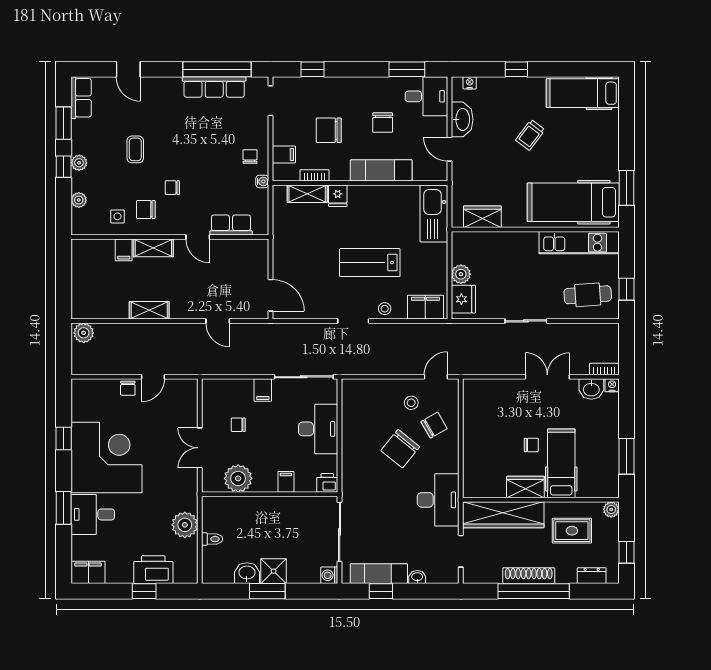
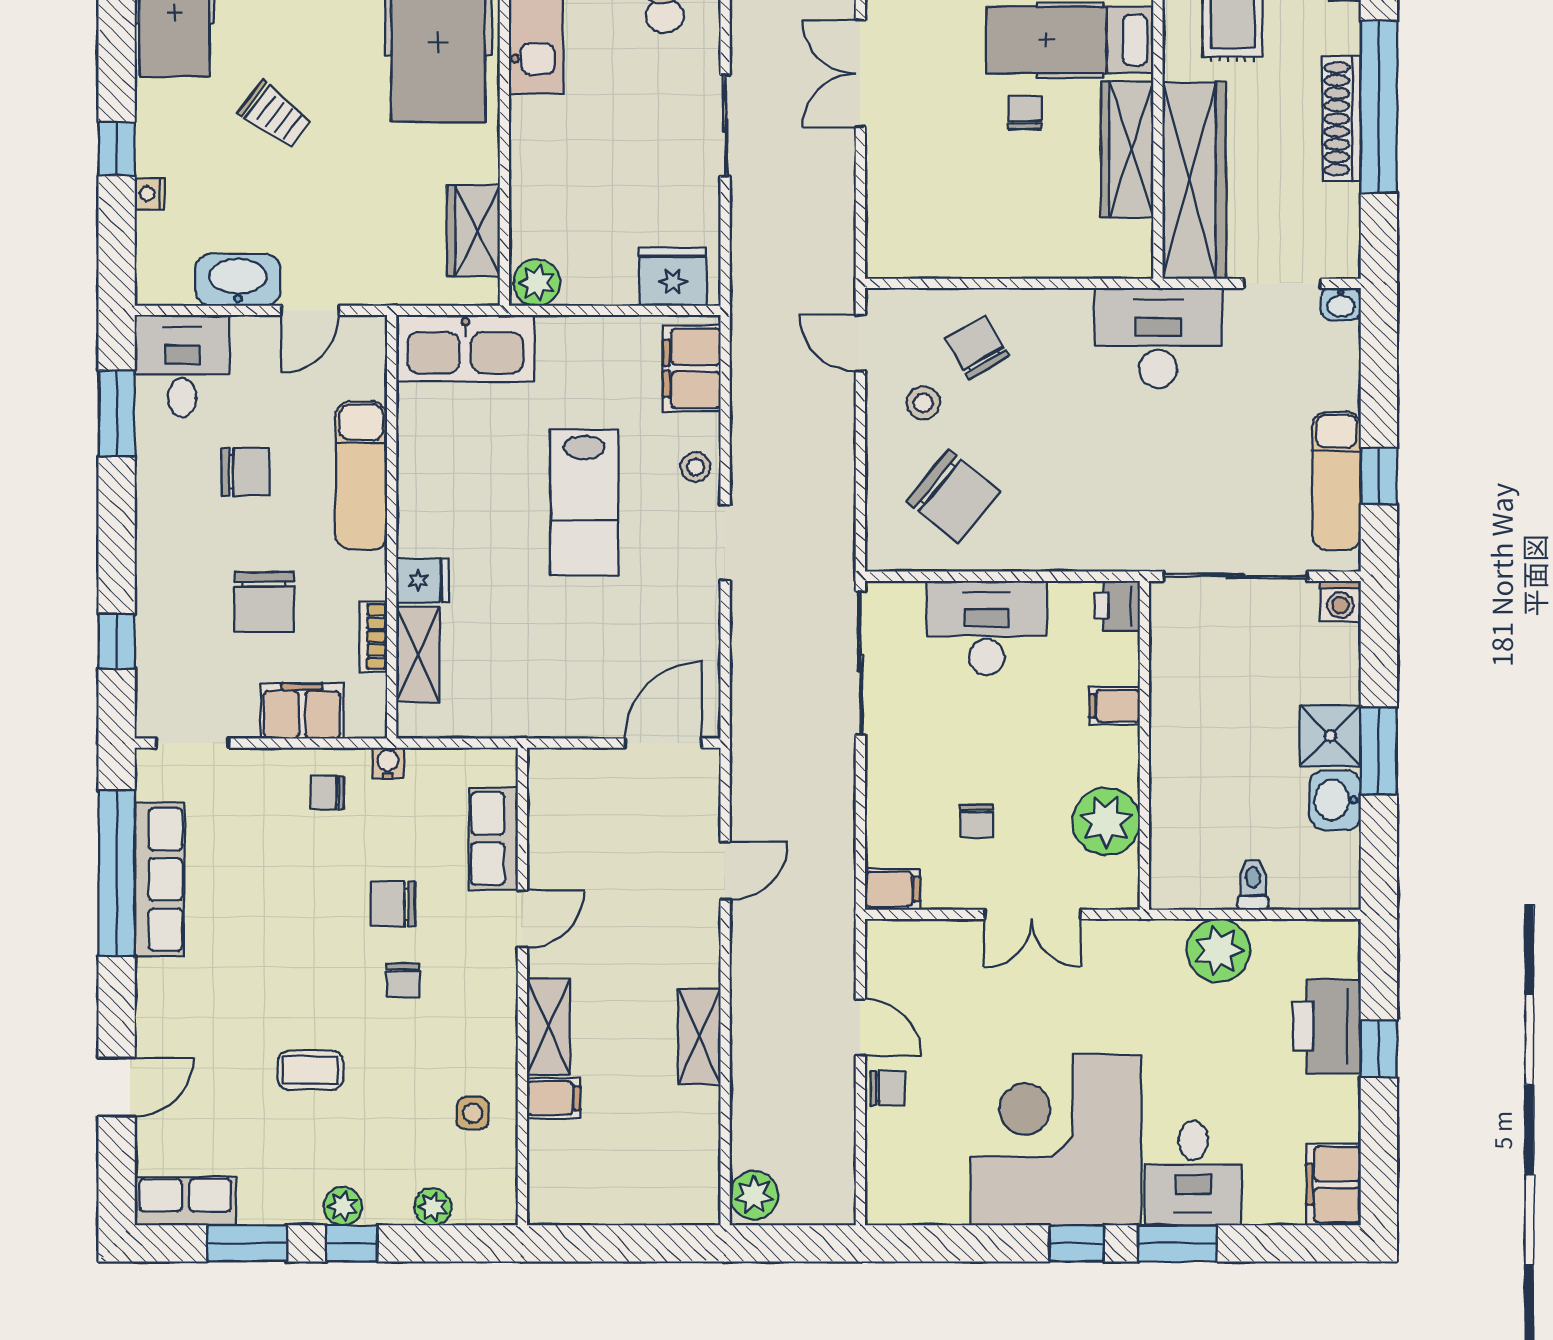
nightstand: (470, 83) -> (150, 194), moved
filing cabinet: (284, 154) -> (302, 711), width x2.00
chair: (146, 209) -> (393, 904), moved, turned 90
plant: (461, 274) -> (537, 283), moved
filing cabinet: (263, 390) -> (893, 889), moved
window: (64, 439) -> (1077, 1243), moved
chair: (400, 449) -> (953, 496), moved
wardrobe: (525, 487) -> (1127, 149), width x1.50
washbasin: (417, 577) -> (1341, 304), moved, turned -90

